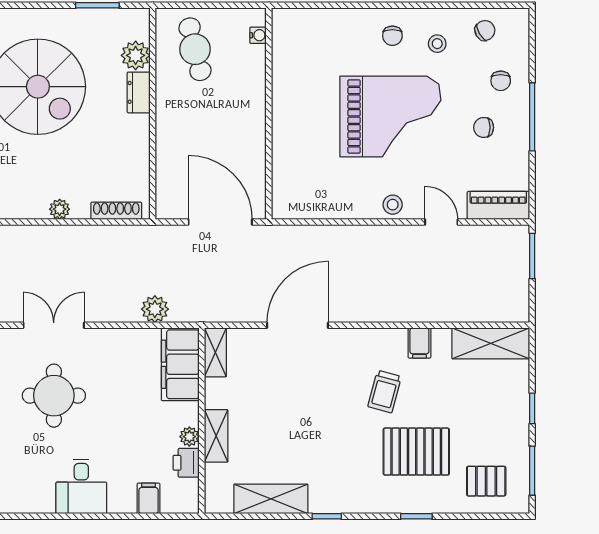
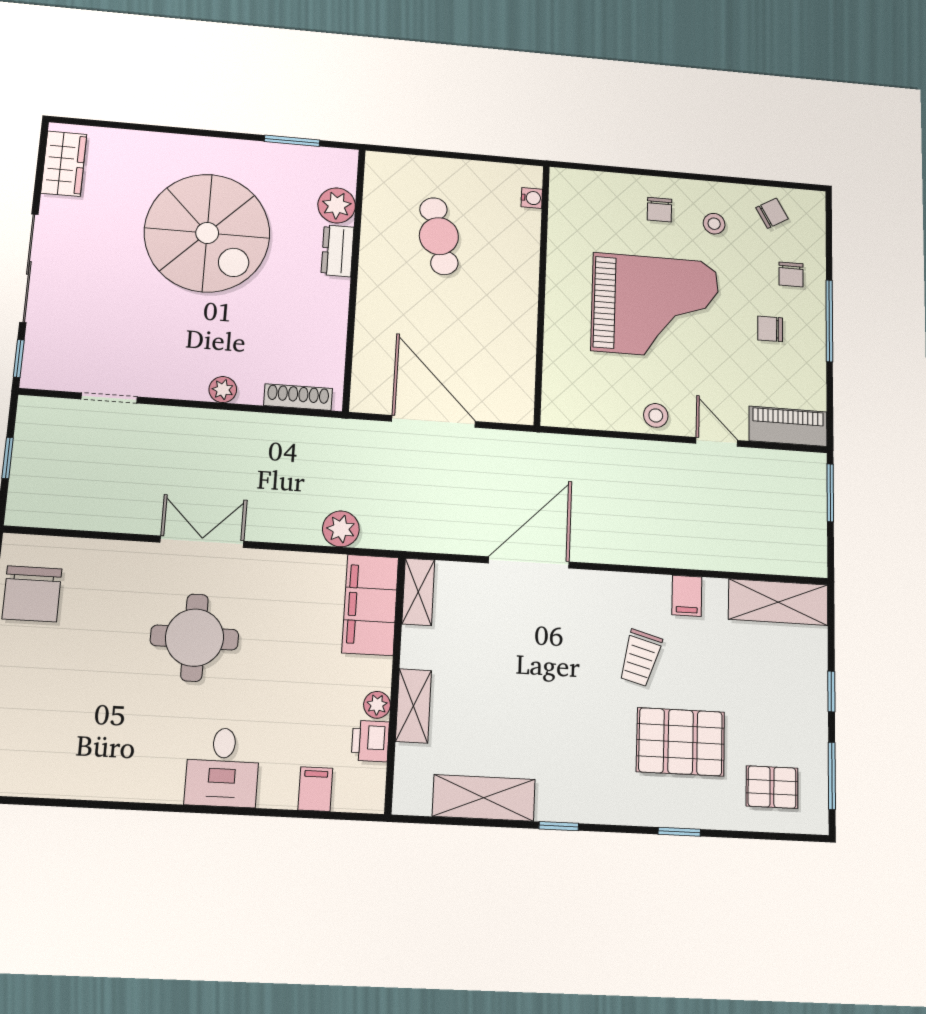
water cooler: (258, 35) -> (532, 198), moved
cafe table: (195, 49) -> (439, 236), moved
wall: (269, 114) -> (542, 294), moved

